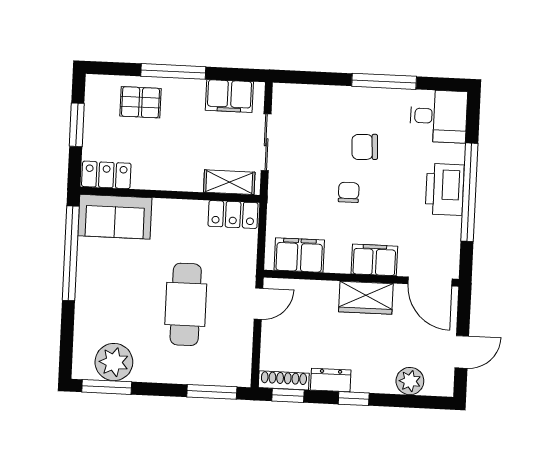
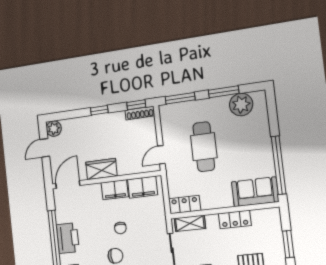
locker: (106, 175) -> (235, 219), moved
filing cabinet: (374, 260) -> (115, 190), moved
door: (430, 281) -> (68, 184), hinge flipped
dresser: (331, 380) -> (114, 118), removed
plant: (410, 381) -> (54, 129), moved
window: (107, 387) -> (224, 92), moved

